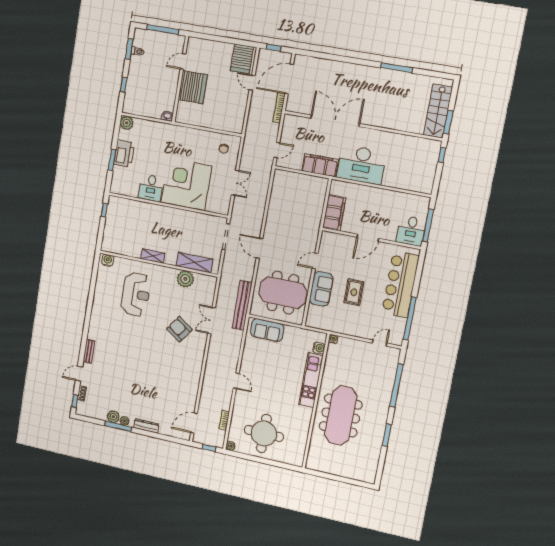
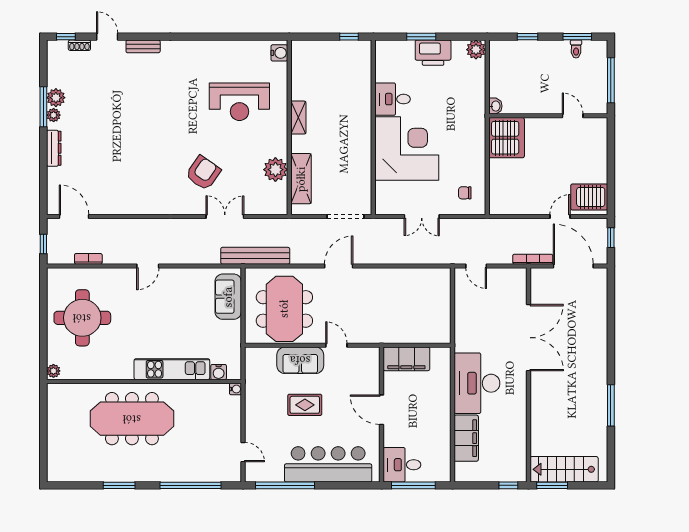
server rack: (193, 87) -> (507, 138), moved, turned -90
filing cabinet: (320, 165) -> (466, 438), moved
plant: (231, 446) -> (53, 371), moved

